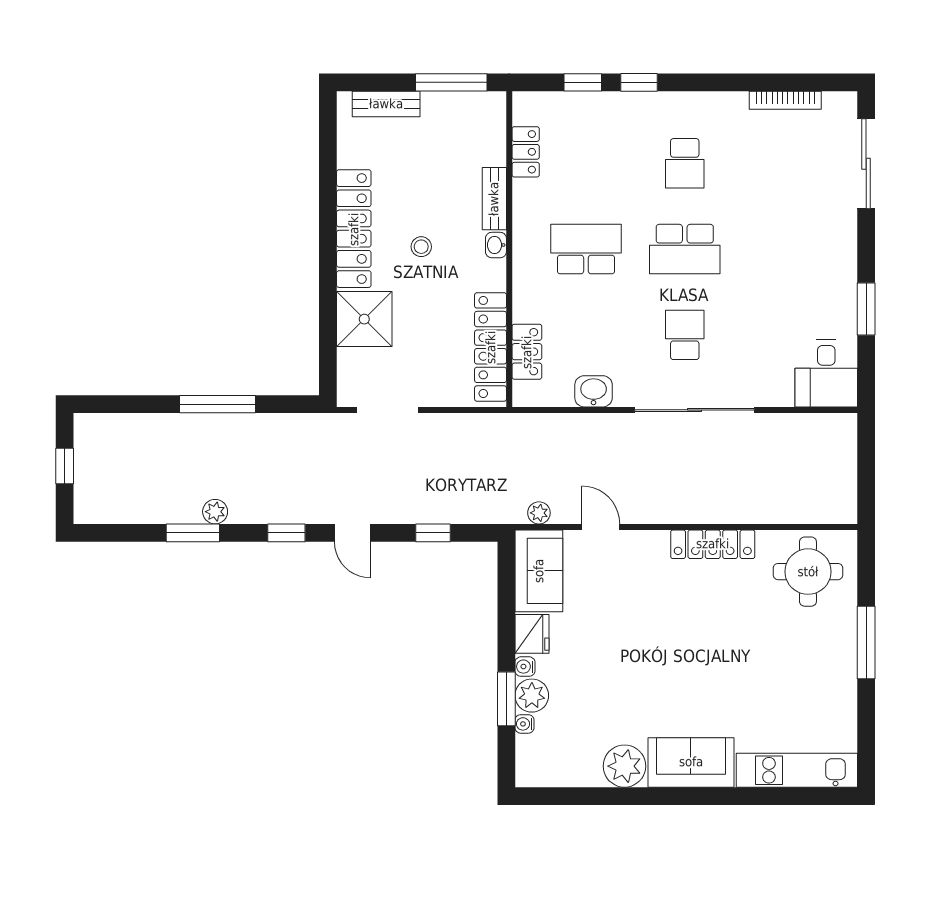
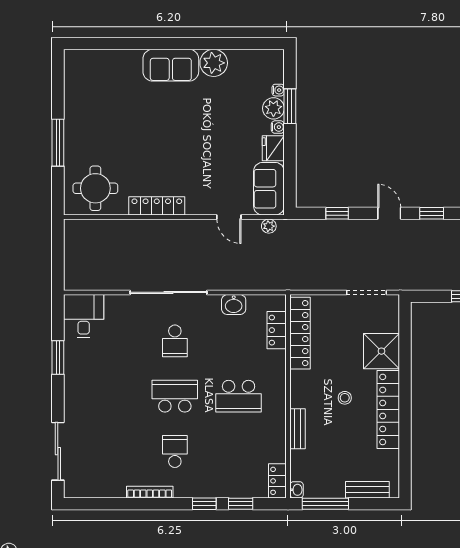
bookcase: (785, 100) -> (150, 492), moved
locker: (526, 152) -> (277, 481), moved
washbasin: (496, 245) -> (297, 490), moved
kitchen unit: (797, 770) -> (103, 60), removed

